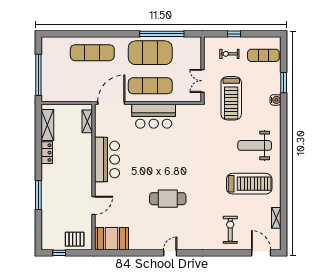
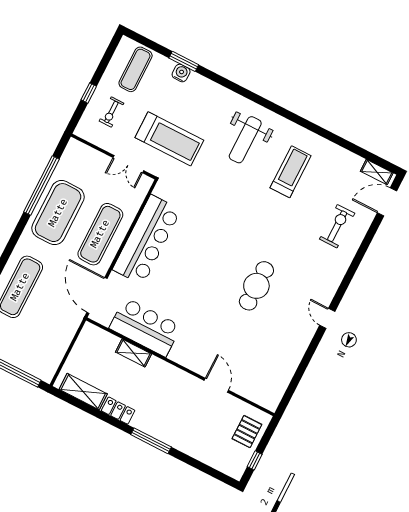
water cooler: (276, 100) -> (181, 73), moved
bar counter: (154, 116) -> (147, 240), width x1.36
shelving: (87, 121) -> (133, 353), moved
bar counter: (107, 160) -> (145, 327), moved
treadmill: (249, 184) -> (291, 172), width x0.73, depth x0.73
window: (38, 195) -> (151, 441), moved
shelving: (276, 218) -> (377, 172), moved
exercise bike: (230, 230) -> (337, 226), turned 90
booth: (111, 239) -> (271, 384), removed

